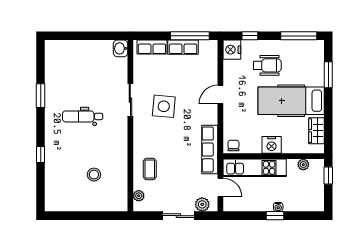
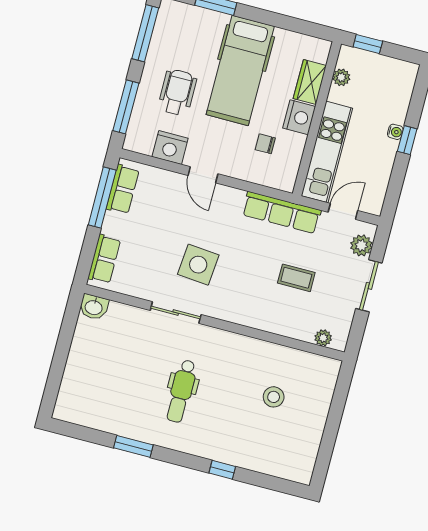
window: (250, 36) -> (126, 107), width x2.17
row of seats: (183, 47) -> (123, 189), moved
nightstand: (232, 50) -> (170, 147), moved
wardrobe: (317, 131) -> (310, 82), moved, turned 90
chair: (233, 145) -> (265, 144), moved
coffee table: (150, 169) -> (296, 278), moved

